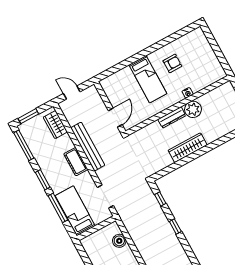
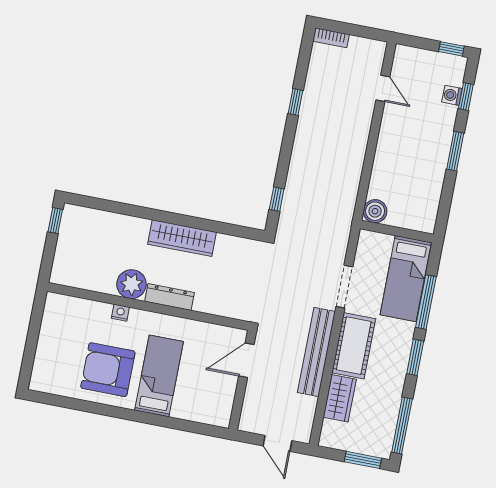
armchair: (172, 63) -> (108, 370), width x1.88, depth x1.88
wardrobe: (55, 125) -> (340, 398), moved
cot: (76, 162) -> (354, 346), width x1.37, depth x1.34
doorway: (105, 197) -> (344, 287), moved
window: (175, 226) -> (296, 102), moved
boiler: (119, 241) -> (375, 211), moved

